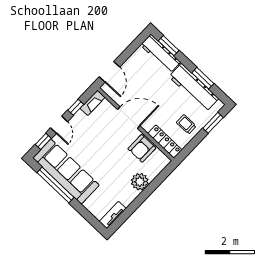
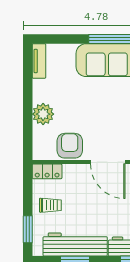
door: (129, 118) -> (108, 162), hinge flipped
locker: (165, 142) -> (47, 171), width x0.66

